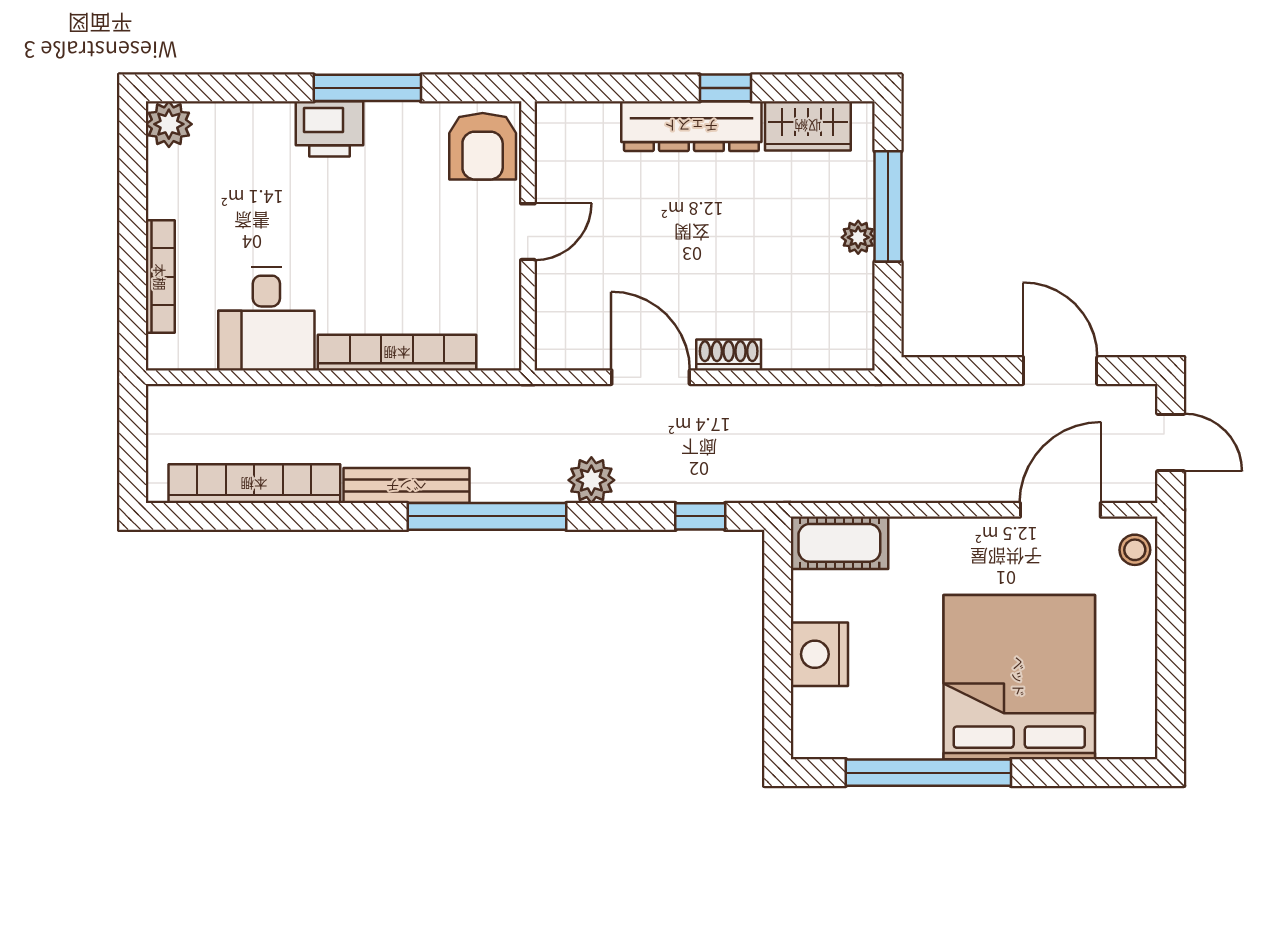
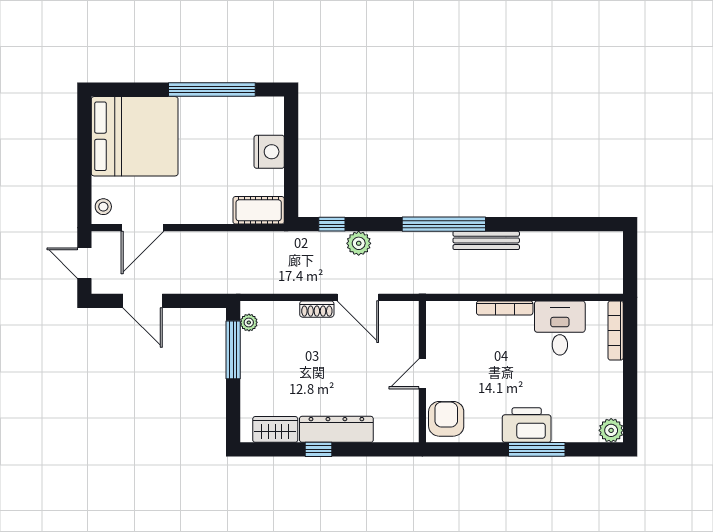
window: (367, 88) -> (537, 449), moved
printer: (330, 129) -> (527, 425), width x1.37, depth x1.19
window: (888, 206) -> (233, 350), moved
plant: (858, 237) -> (249, 322), moved
bookcase: (160, 277) -> (616, 330), moved
bookcase: (397, 353) -> (505, 308), width x0.68, depth x0.76
plant: (591, 480) -> (359, 243), moved
bookcase: (254, 484) -> (566, 241), removed
bed: (1019, 677) -> (135, 136), moved, turned -90

